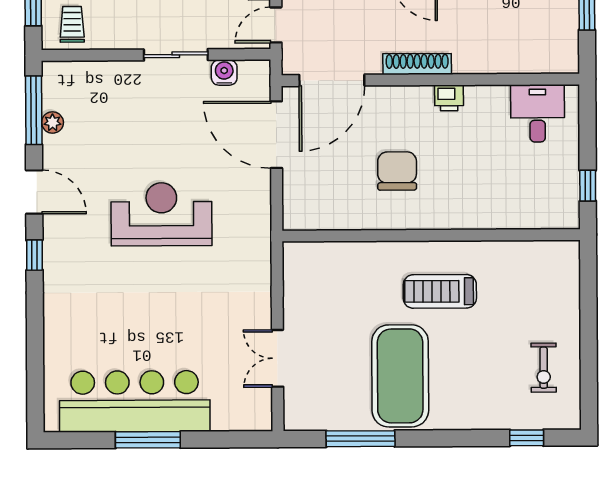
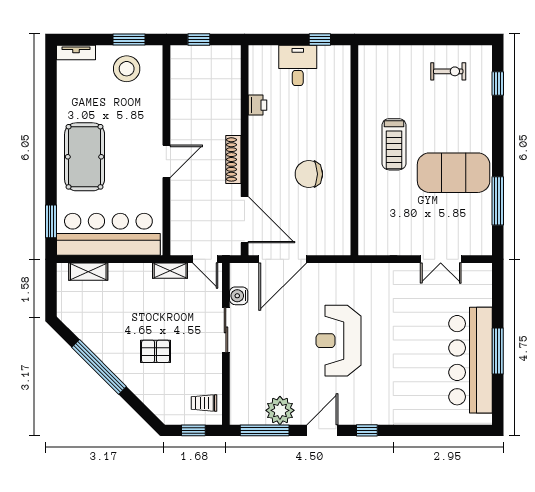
printer: (449, 98) -> (257, 105), moved
desk: (538, 113) -> (298, 65), moved, turned 90
plant: (53, 122) -> (280, 410), width x1.88, depth x1.88

